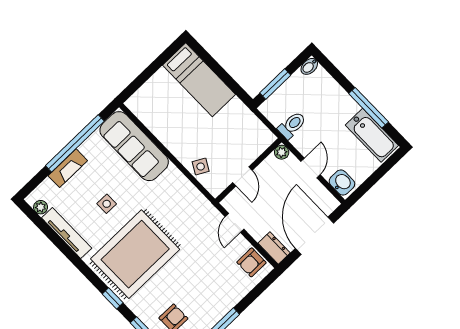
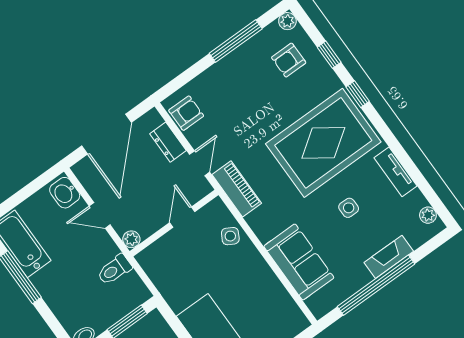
sofa: (134, 146) -> (299, 262), width x0.73
door: (311, 168) -> (100, 215), hinge flipped
piano: (201, 206) -> (237, 189), added
tv unit: (67, 233) -> (396, 172), width x0.71
dresser: (274, 248) -> (168, 142), moved

